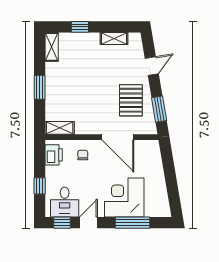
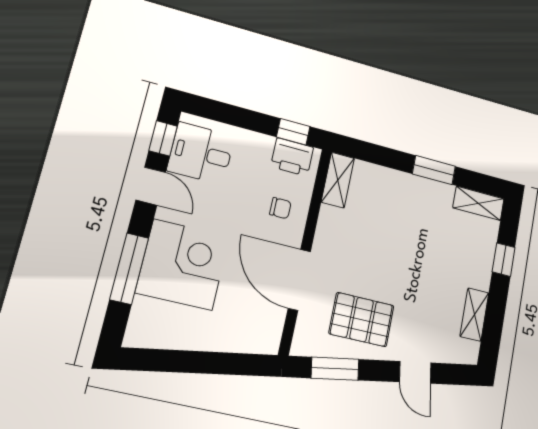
window: (40, 87) -> (434, 170), moved
door: (118, 137) -> (299, 280), hinge flipped
window: (40, 186) -> (293, 132), moved

